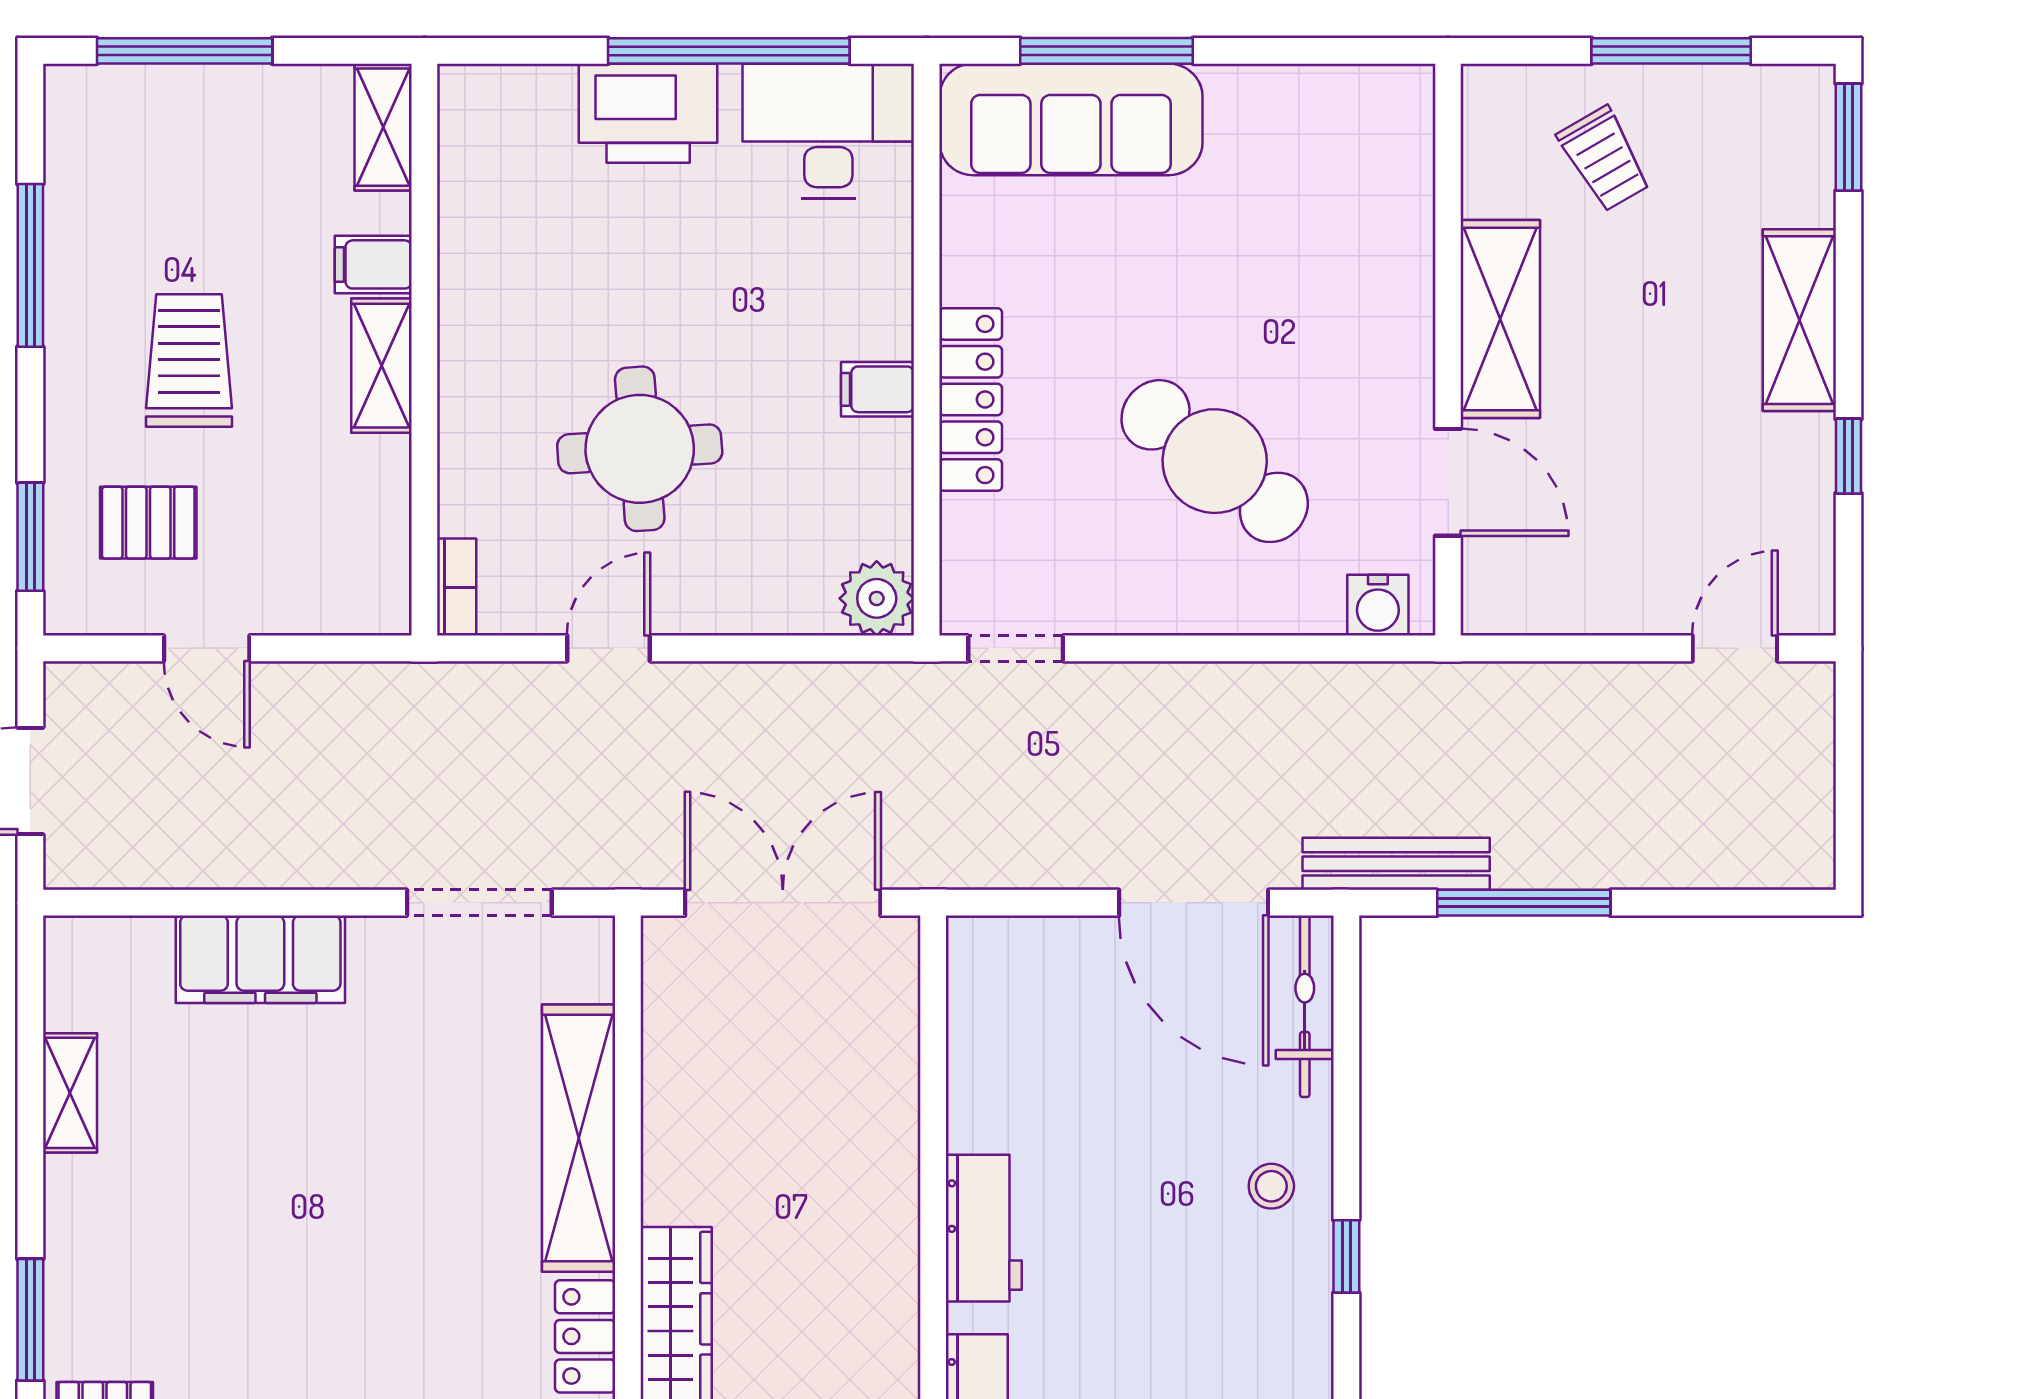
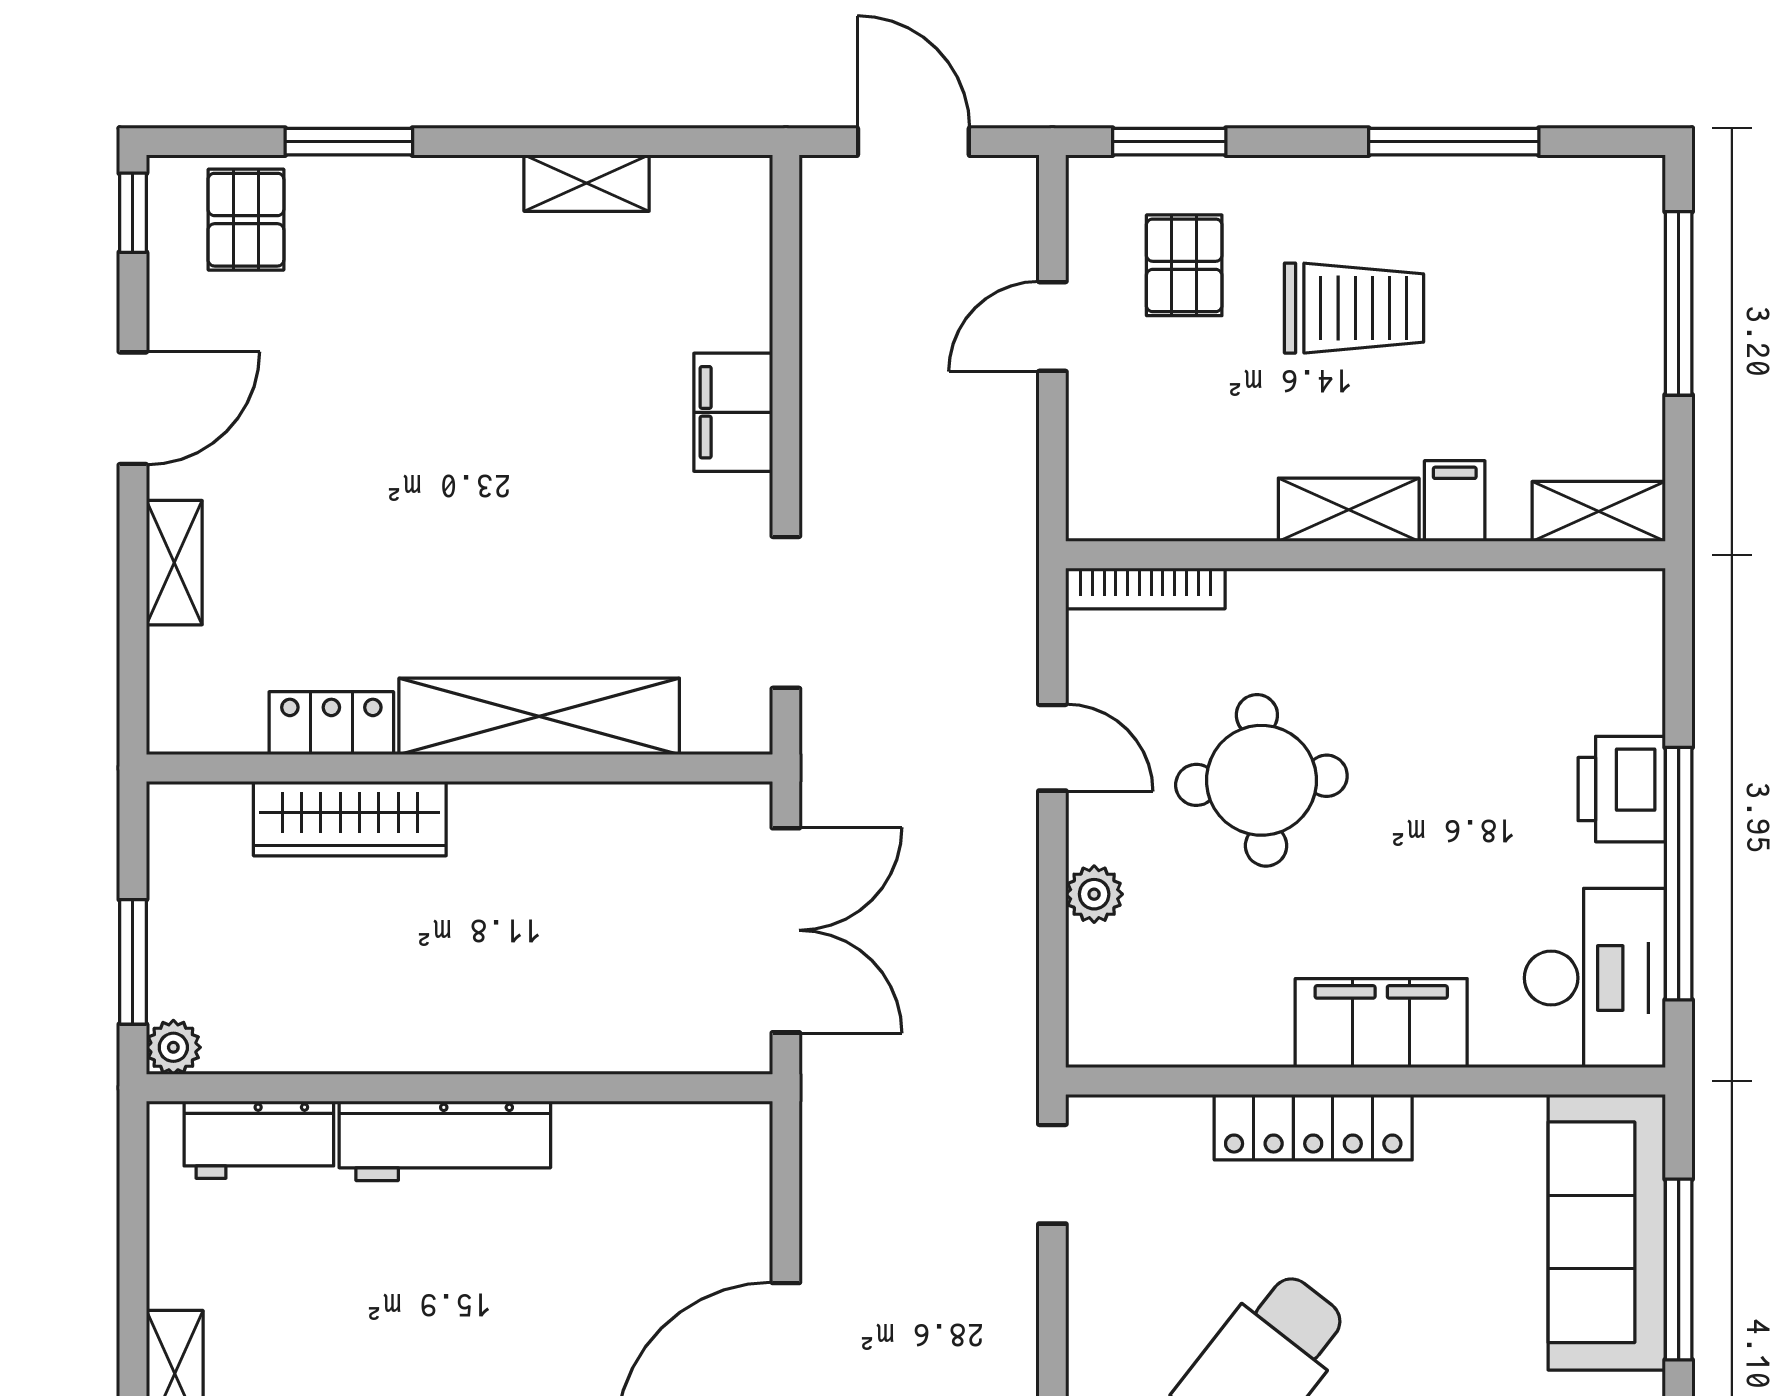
printer: (648, 113) -> (1622, 789), width x0.73, depth x0.84
filing cabinet: (878, 389) -> (1381, 1023), width x3.00, depth x1.17
bookcase: (457, 587) -> (1145, 588), width x1.56
plant: (877, 598) -> (1094, 894), moved, width x0.73, depth x0.73
filing cabinet: (260, 959) -> (733, 412), width x0.67, depth x0.86
workbench: (984, 1228) -> (445, 1141), width x1.37

